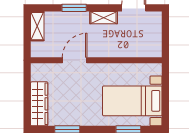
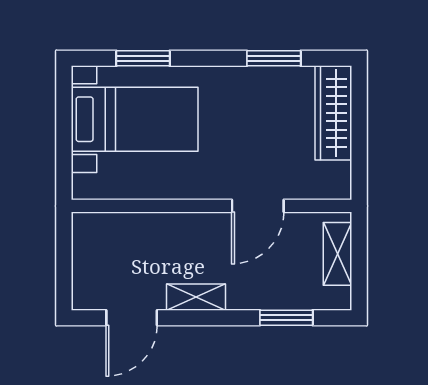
window: (74, 8) -> (286, 318), moved
shelving: (37, 26) -> (338, 254), moved

